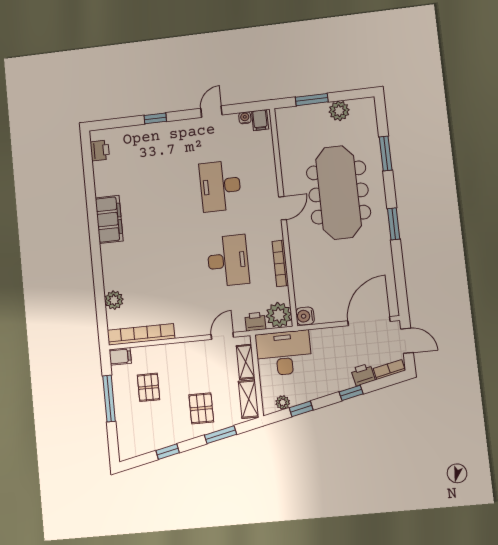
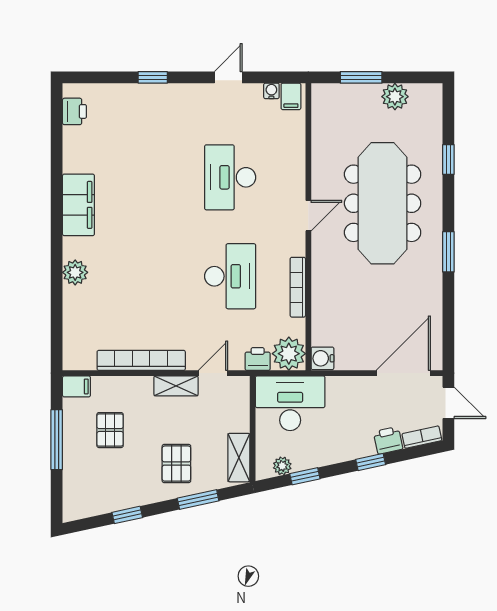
window: (386, 153) -> (448, 159), width x0.67
plant: (114, 300) -> (75, 272), moved
bookcase: (141, 334) -> (141, 360), moved
shelving: (246, 362) -> (176, 386), moved, turned 90

